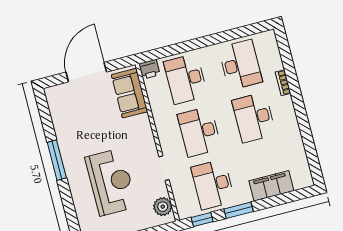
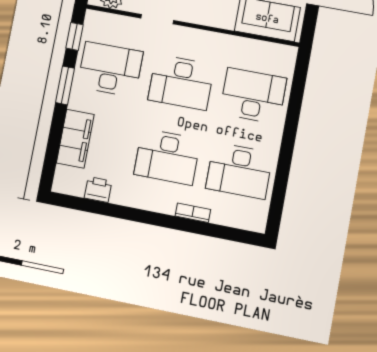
printer: (149, 69) -> (98, 190), moved, turned 90
desk: (254, 117) -> (167, 157), turned 180
desk: (199, 132) -> (181, 82), turned 180

